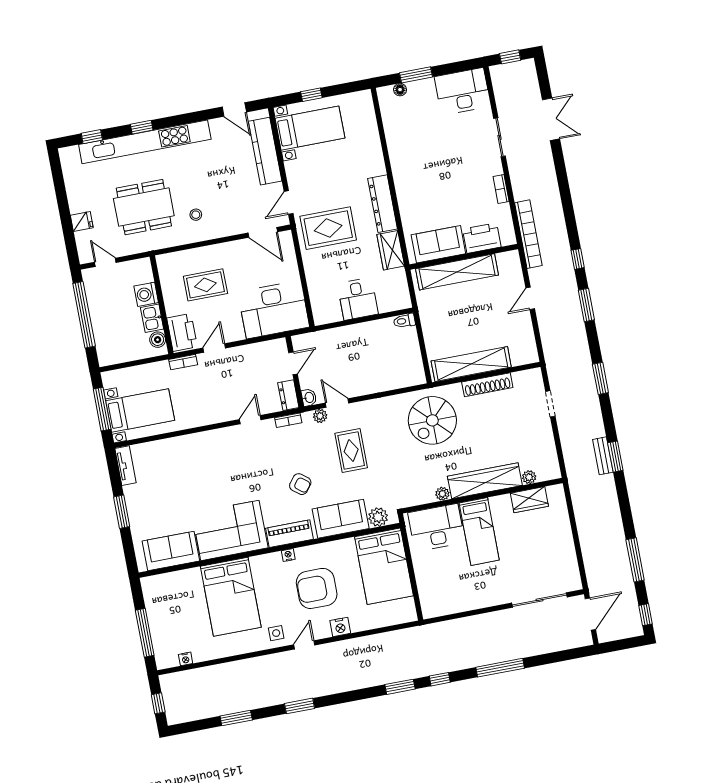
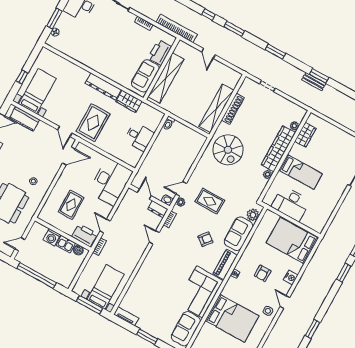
kitchen counter: (265, 151) -> (25, 119), width x0.67
desk: (436, 528) -> (291, 204), moved, turned -90
bed: (384, 566) -> (292, 241), moved, turned 180
armchair: (317, 588) -> (263, 273), width x0.53, depth x0.53

